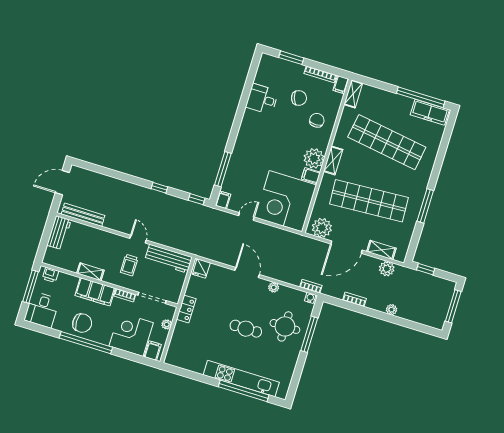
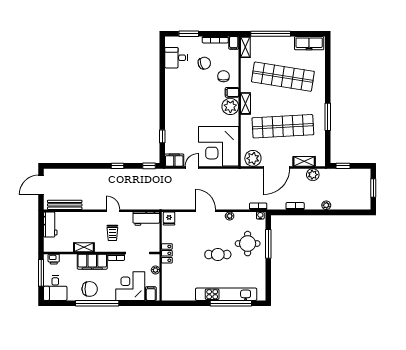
window: (421, 97) -> (271, 34), moved
desk: (262, 99) -> (176, 58), moved
window: (223, 169) -> (162, 136), width x0.46
filing cabinet: (311, 176) -> (232, 92), moved
filing cabinet: (223, 200) -> (174, 160), width x2.00
workbench: (169, 259) -> (146, 219), width x0.73
window: (453, 306) -> (373, 188), width x0.69

